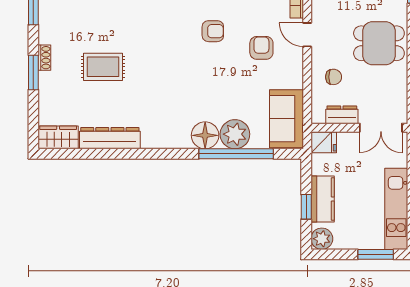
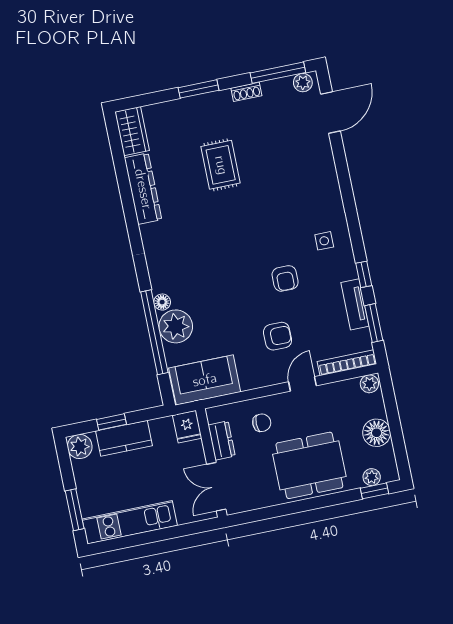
dining table: (379, 43) -> (309, 465), width x1.38
shoe rack: (44, 58) -> (246, 92), moved
chair: (334, 77) -> (262, 423), turned -90
floor lamp: (205, 135) -> (162, 302), width x0.53, depth x0.53

